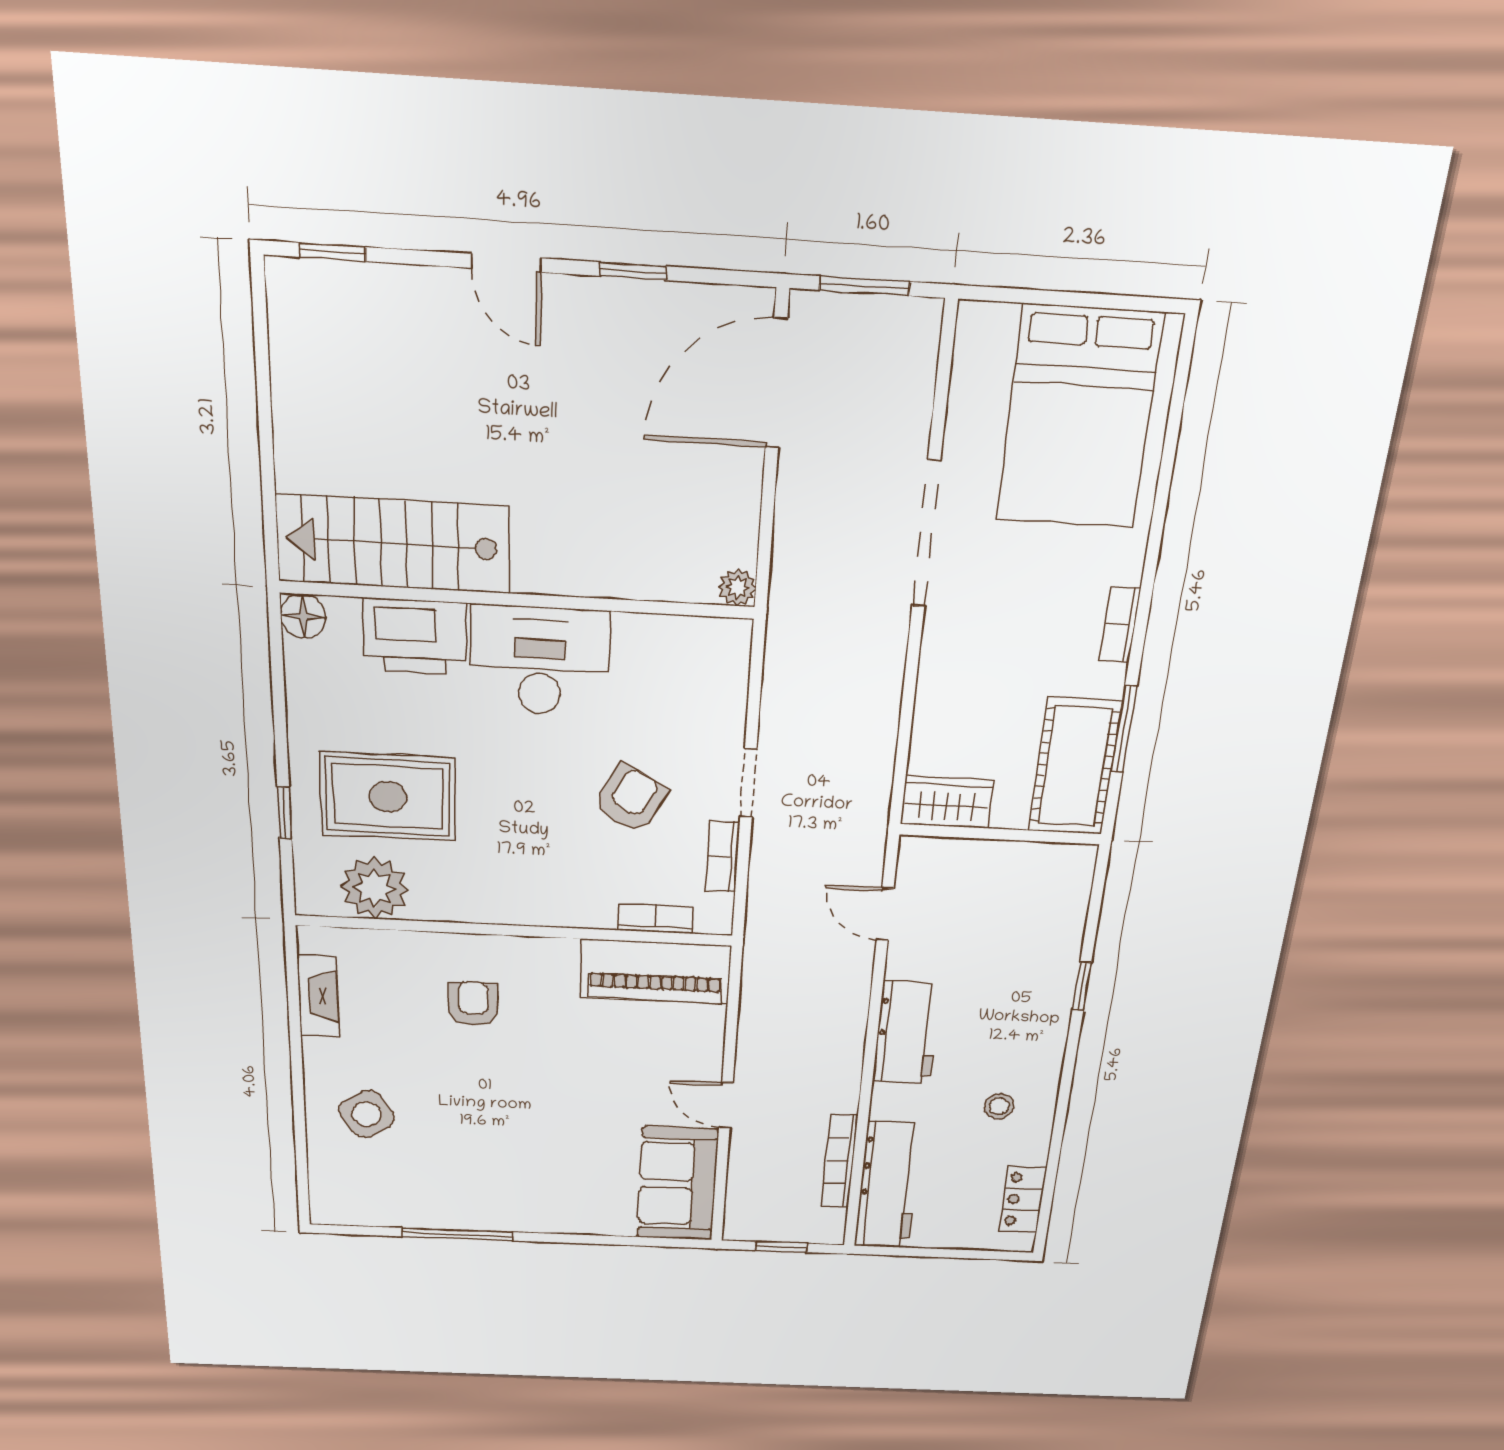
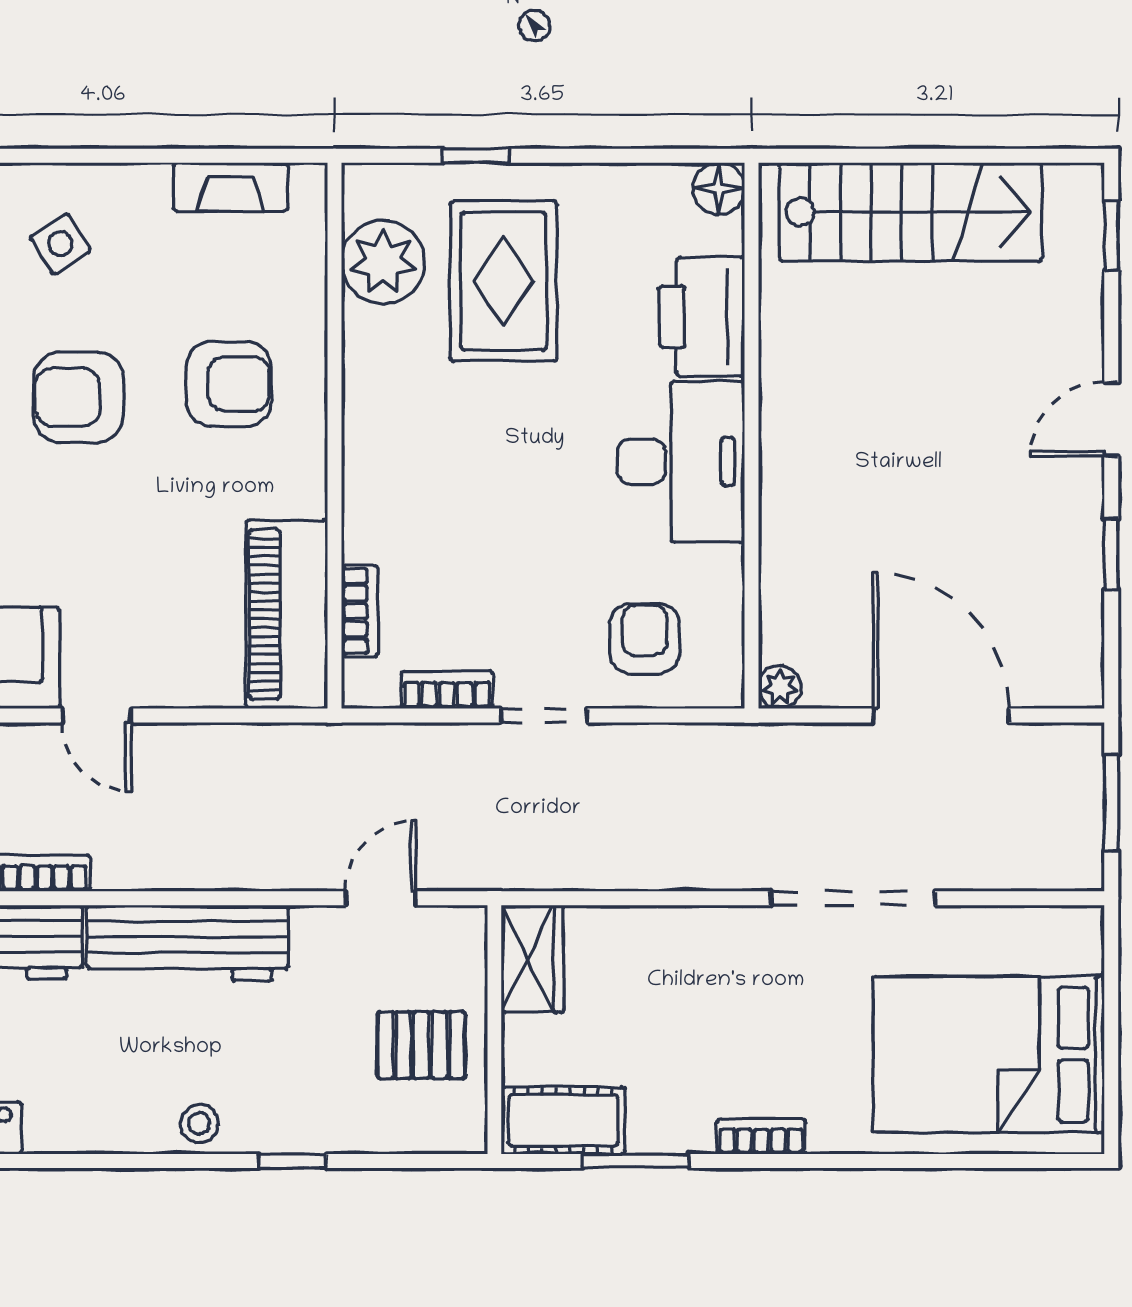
door: (776, 384) -> (941, 715), moved
stairs: (393, 544) -> (910, 212), moved, turned 90
cot: (1075, 767) -> (563, 1121), width x0.73, depth x0.75
armchair: (630, 798) -> (645, 639), moved, turned -120
pallet: (1005, 890) -> (421, 1045), added
armchair: (473, 1004) -> (229, 384), width x1.38, depth x1.38
workbench: (907, 1033) -> (188, 943), width x1.38
door: (726, 1105) -> (96, 715), swing flipped
stool: (999, 1106) -> (199, 1123), moved
armchair: (484, 1107) -> (78, 397), added
side table: (367, 1114) -> (60, 244), width x0.73, depth x0.73

